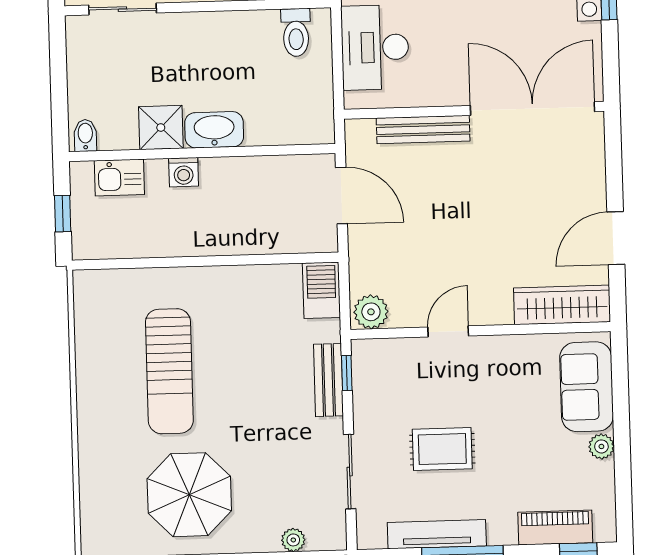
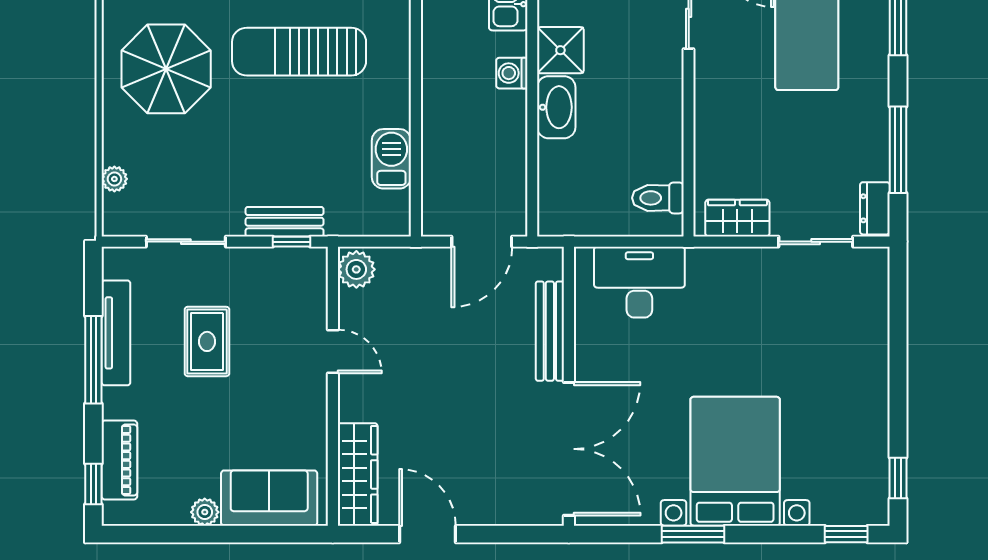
barbecue: (321, 290) -> (391, 159), moved, turned -90

